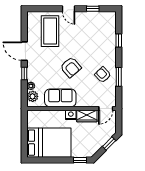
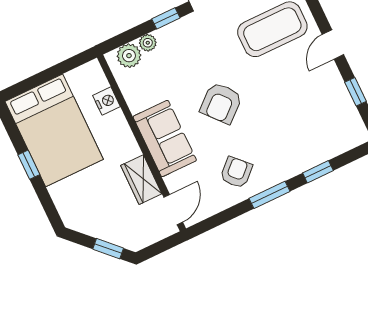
window: (119, 77) -> (270, 195), moved
sofa: (60, 98) -> (165, 138), moved
door: (106, 109) -> (173, 210), swing flipped
nightstand: (71, 115) -> (106, 101), moved
window: (80, 160) -> (29, 165), moved

